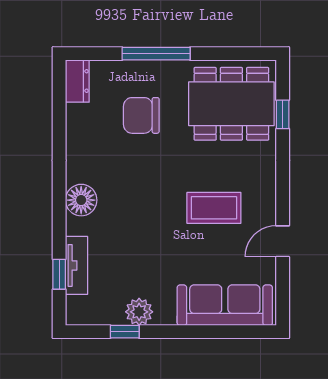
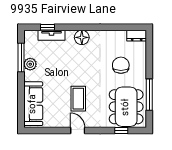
window: (156, 54) -> (149, 95), moved
door: (283, 241) -> (78, 130), moved
window: (125, 332) -> (21, 58), width x2.17

